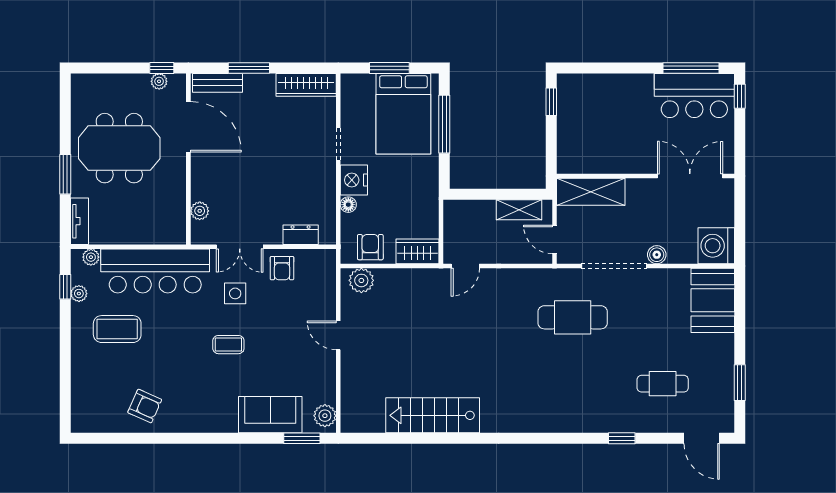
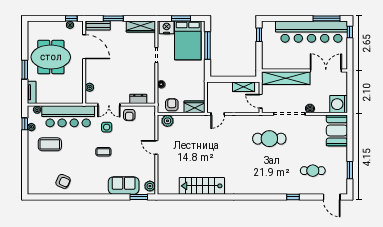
bar counter: (694, 95) -> (311, 32), width x1.86
nightstand: (354, 180) -> (167, 27), moved, turned 90
shelving: (591, 192) -> (286, 78), width x1.47

